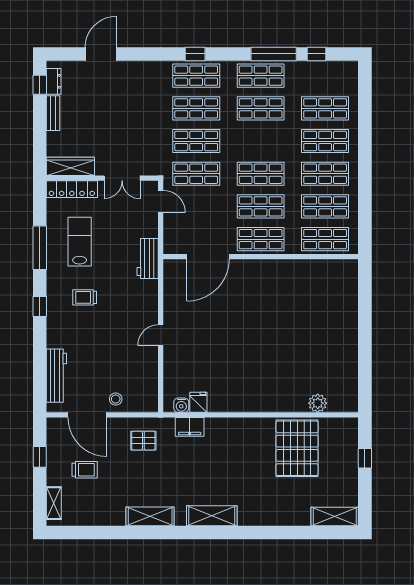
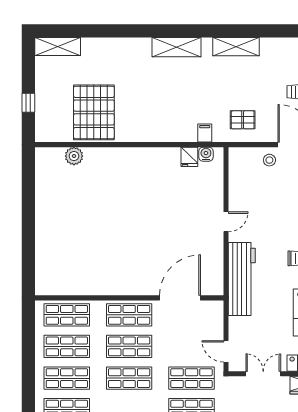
workbench: (148, 259) -> (242, 279), width x1.88, depth x1.32
filing cabinet: (190, 427) -> (205, 133), width x0.50

